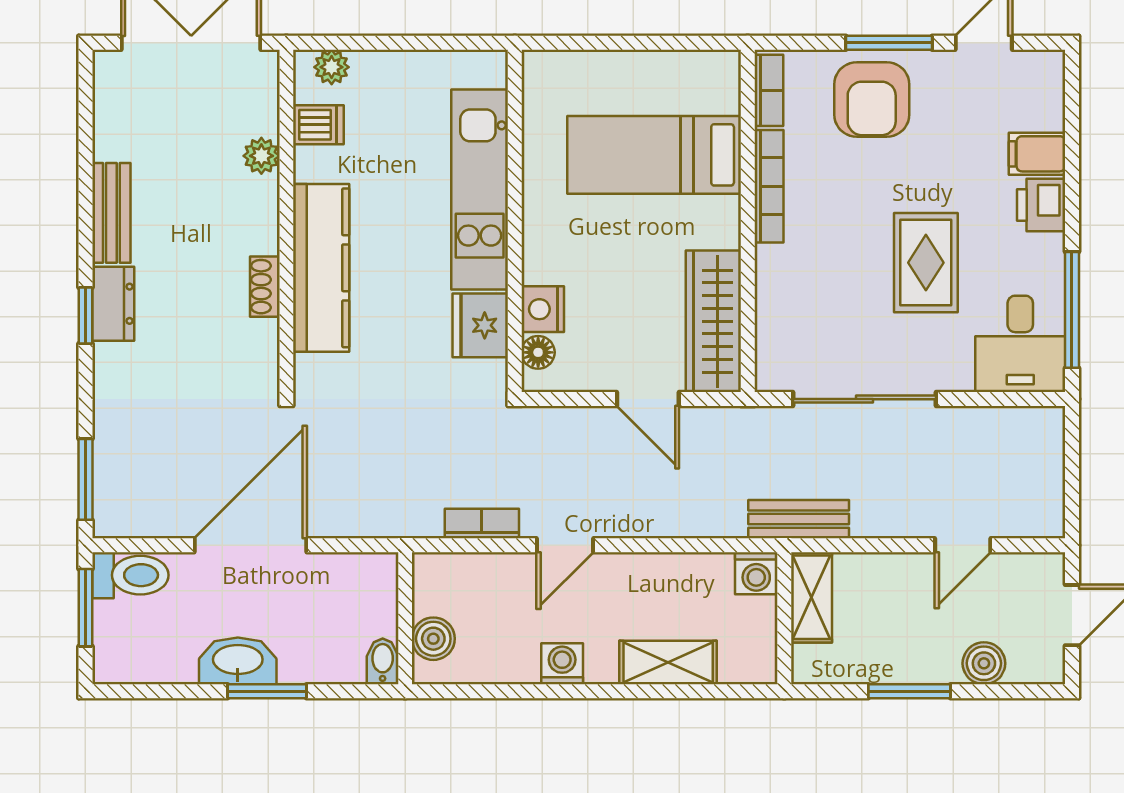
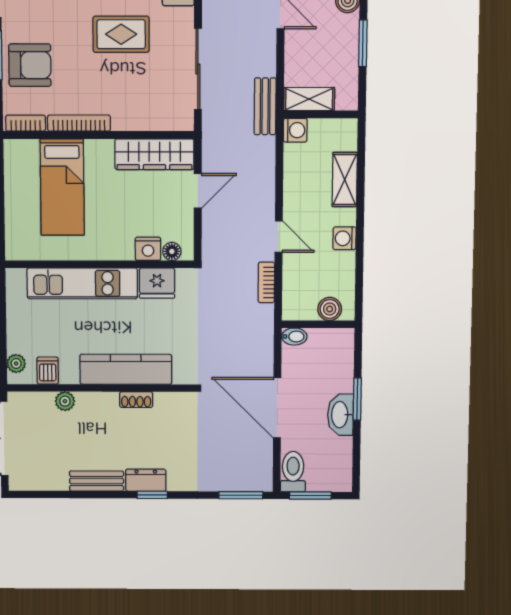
bidet: (383, 661) -> (294, 337), moved, turned 180

